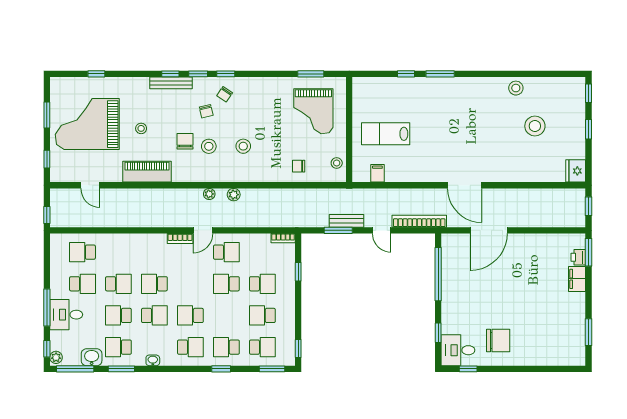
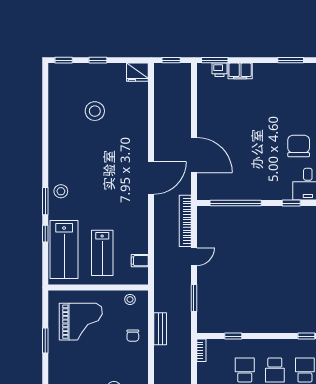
window: (311, 74) -> (45, 341), moved
stool: (516, 88) -> (61, 191), moved
lab bench: (389, 94) -> (64, 250), added
bench: (346, 221) -> (160, 329), moved

